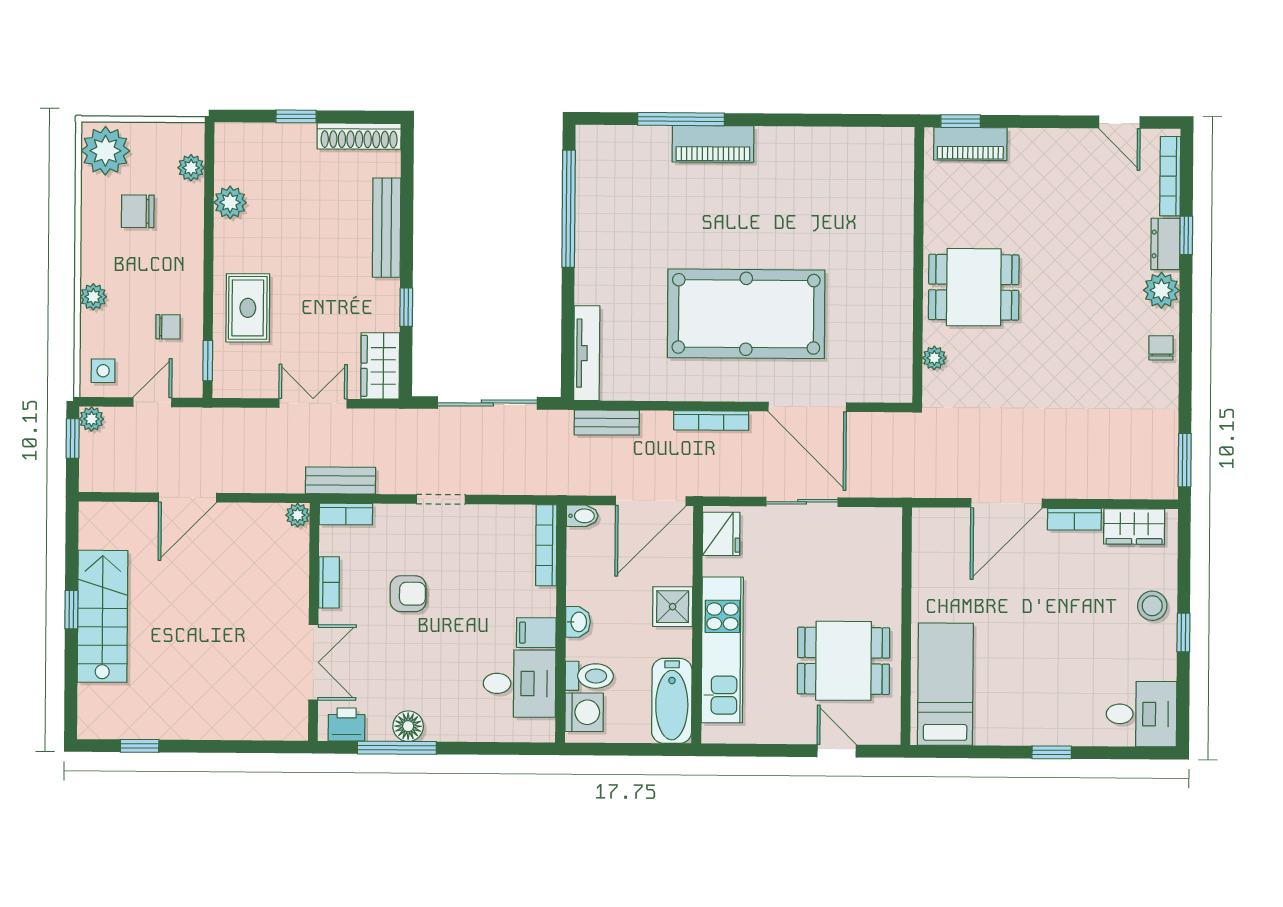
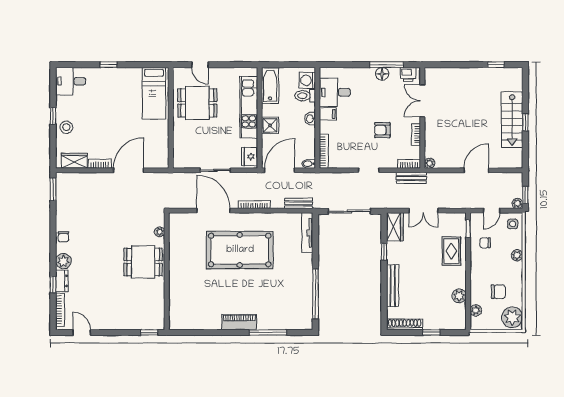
piano: (713, 144) -> (239, 322), moved
piano: (970, 144) -> (145, 323), removed

